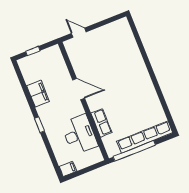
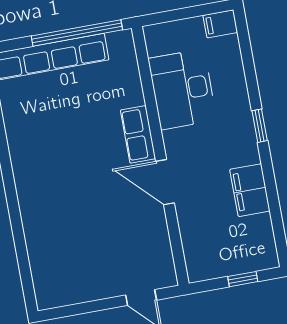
row of seats: (101, 123) -> (138, 134), moved

